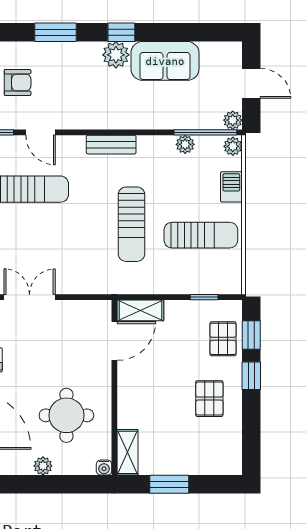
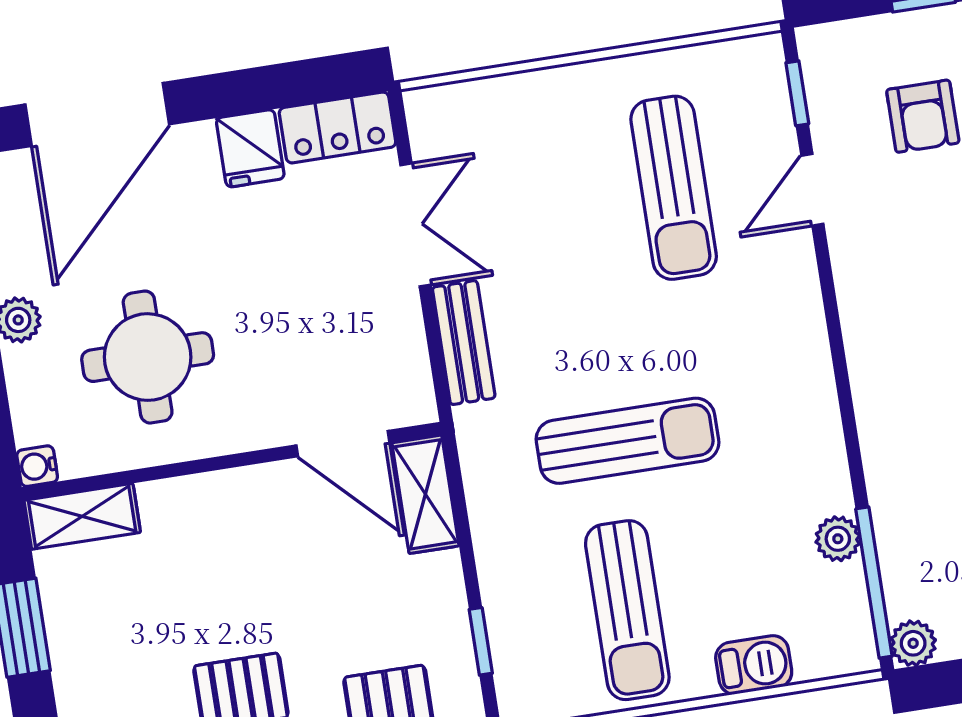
bench: (111, 145) -> (464, 343), moved
plant: (233, 146) -> (851, 653), removed
sun lounger: (132, 224) -> (628, 441), turned 180

